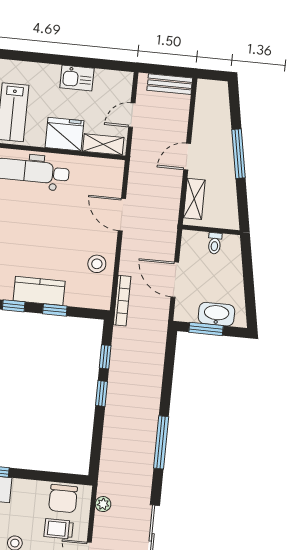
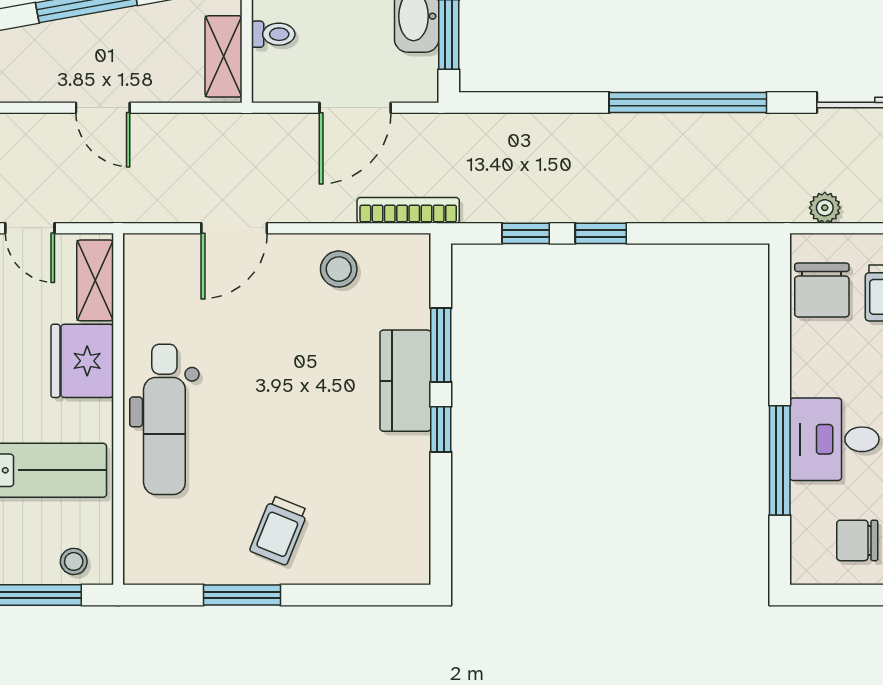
shelving: (194, 199) -> (224, 56), moved, turned 90
window: (55, 310) -> (441, 345), width x1.50
window: (161, 442) -> (688, 102), width x1.46
chair: (63, 499) -> (822, 290), turned 90

